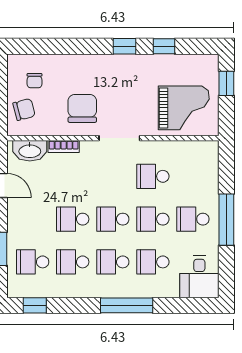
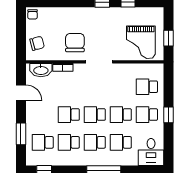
chair: (34, 81) -> (33, 14), moved
window: (226, 83) -> (169, 38), moved
grand piano: (184, 108) -> (141, 42), turned 90
school desk: (153, 176) -> (147, 87), moved
window: (226, 220) -> (169, 115), width x0.46

